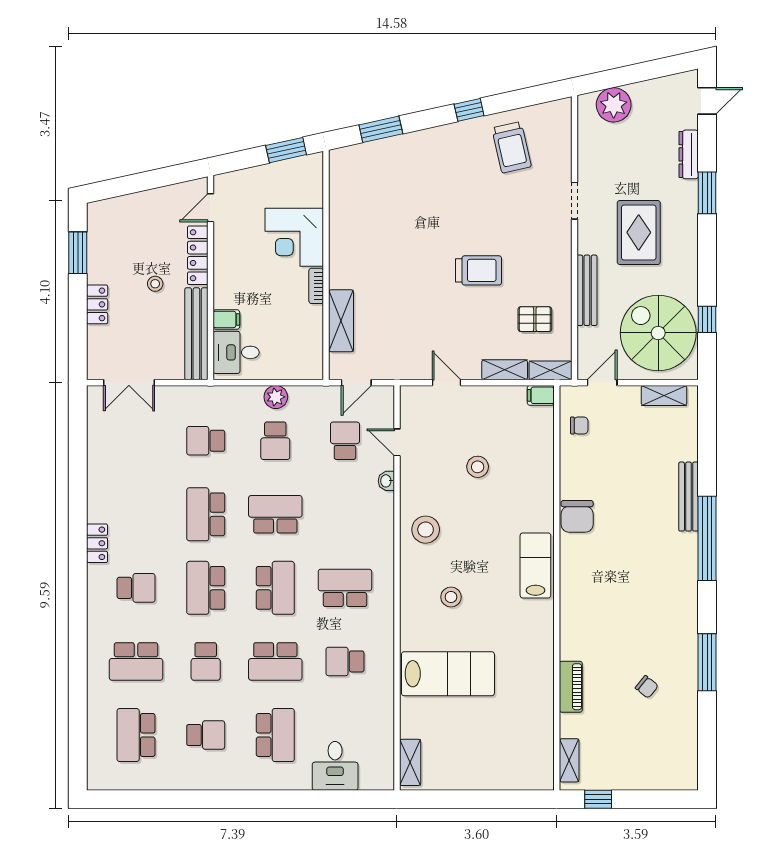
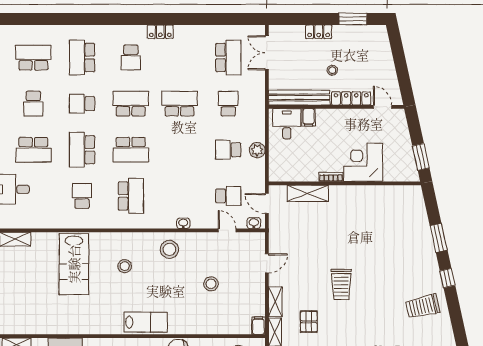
window: (381, 129) -> (439, 238), moved
washbasin: (386, 402) -> (254, 223), added
door: (397, 442) -> (227, 230), hinge flipped
washbasin: (386, 481) -> (183, 223), moved
school desk: (275, 514) -> (228, 57), moved

